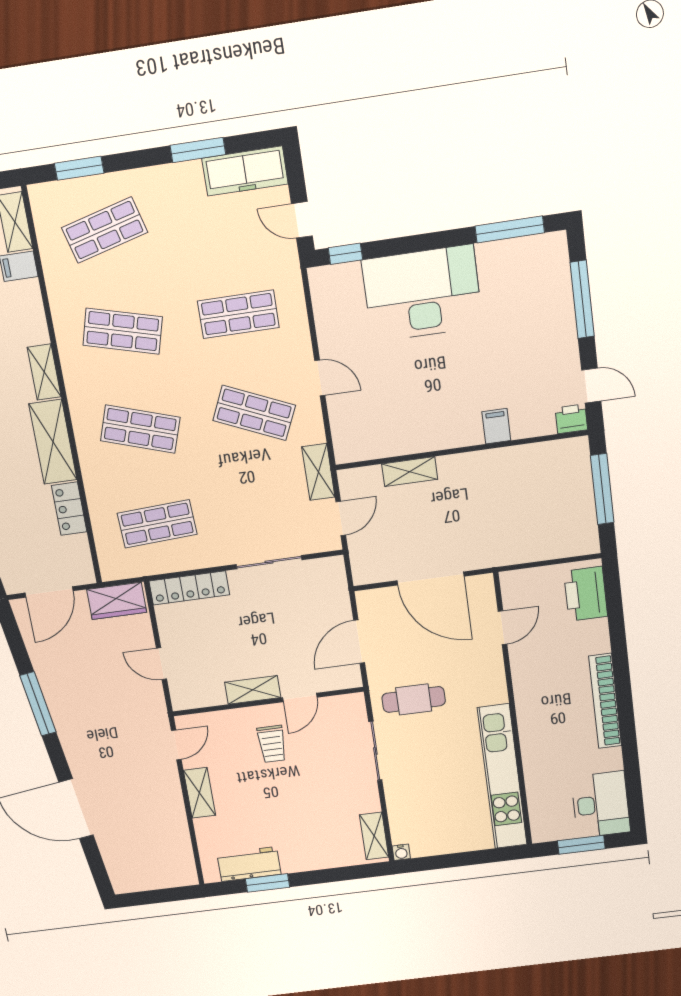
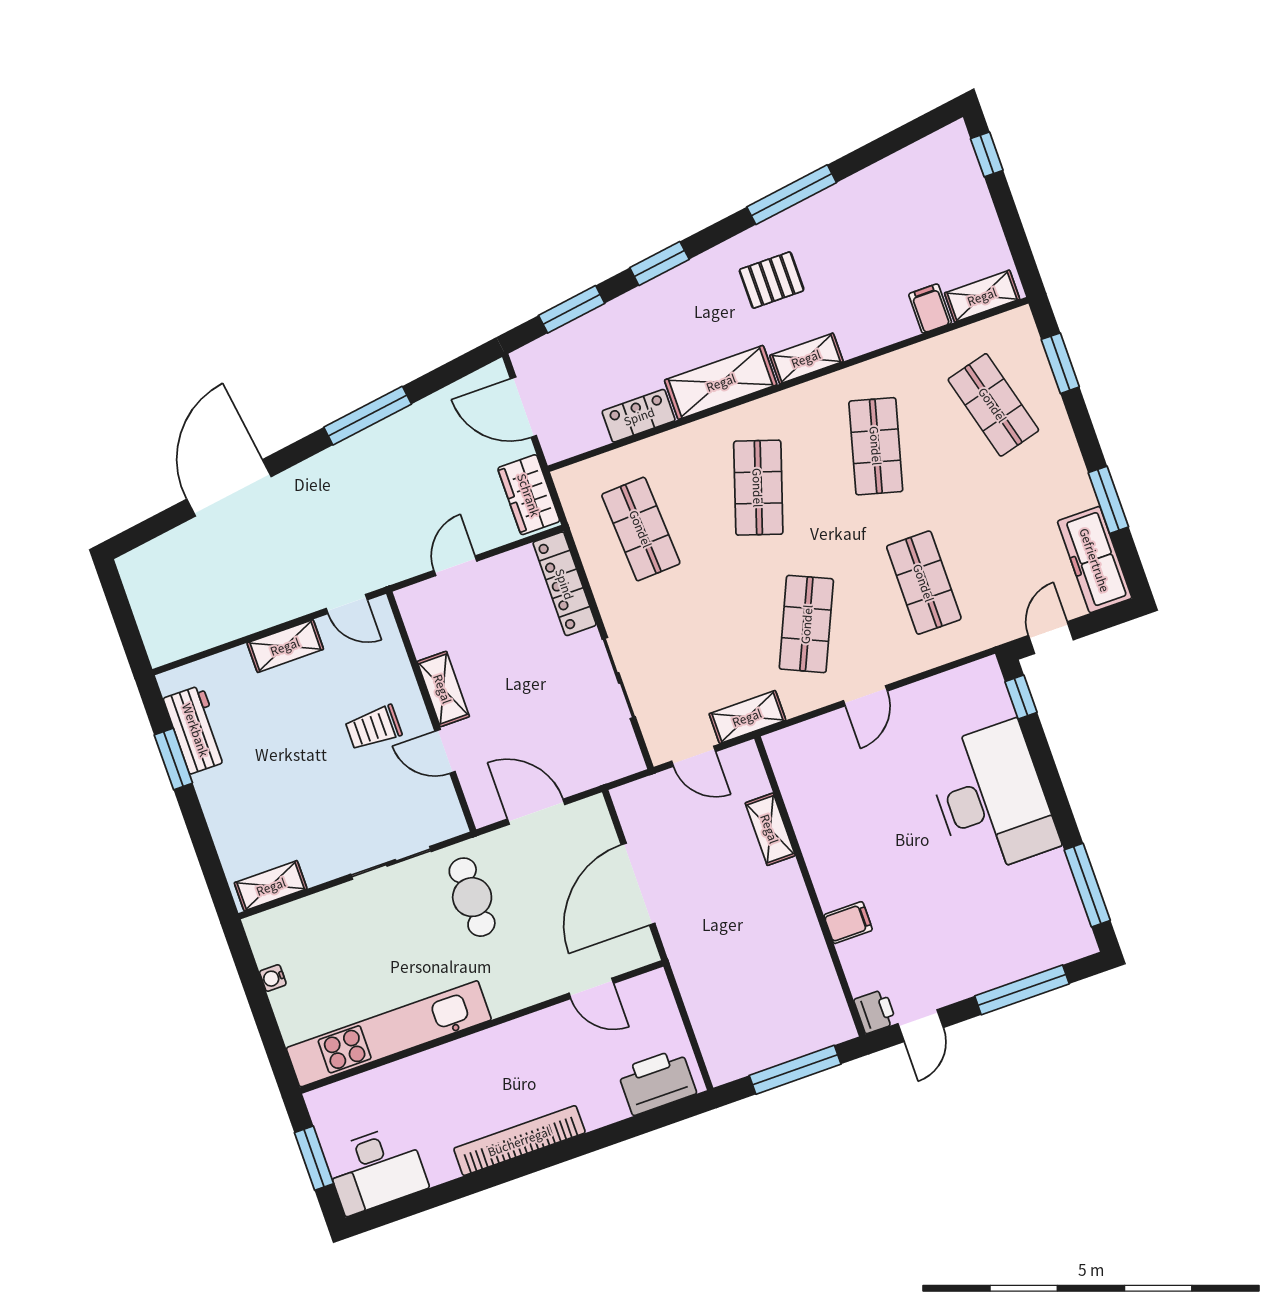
water cooler: (401, 852) -> (273, 978), moved

